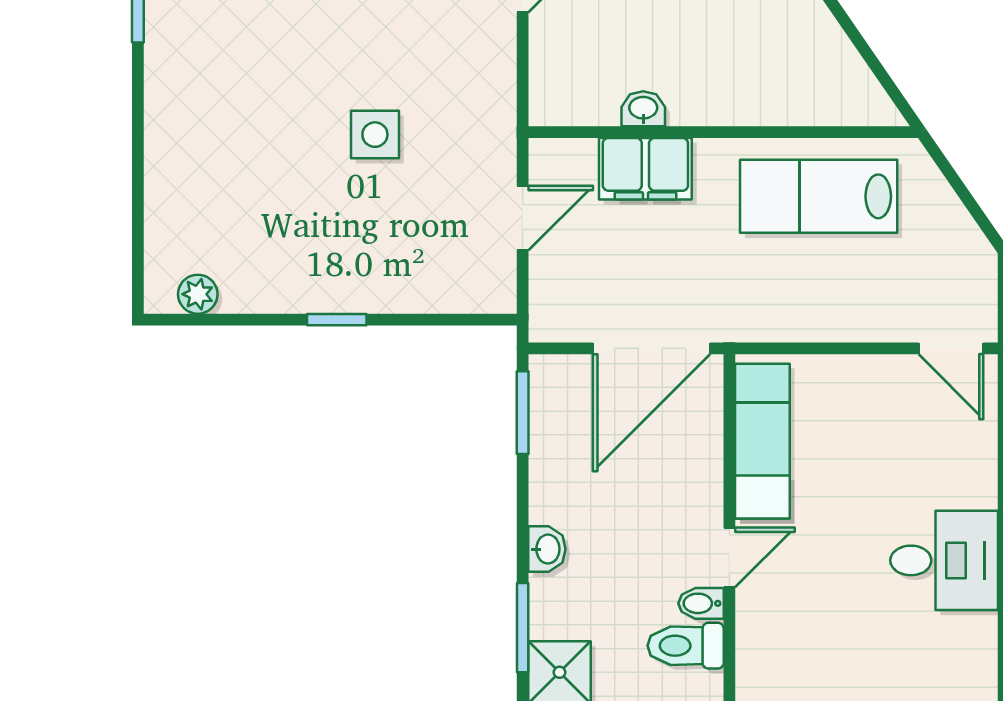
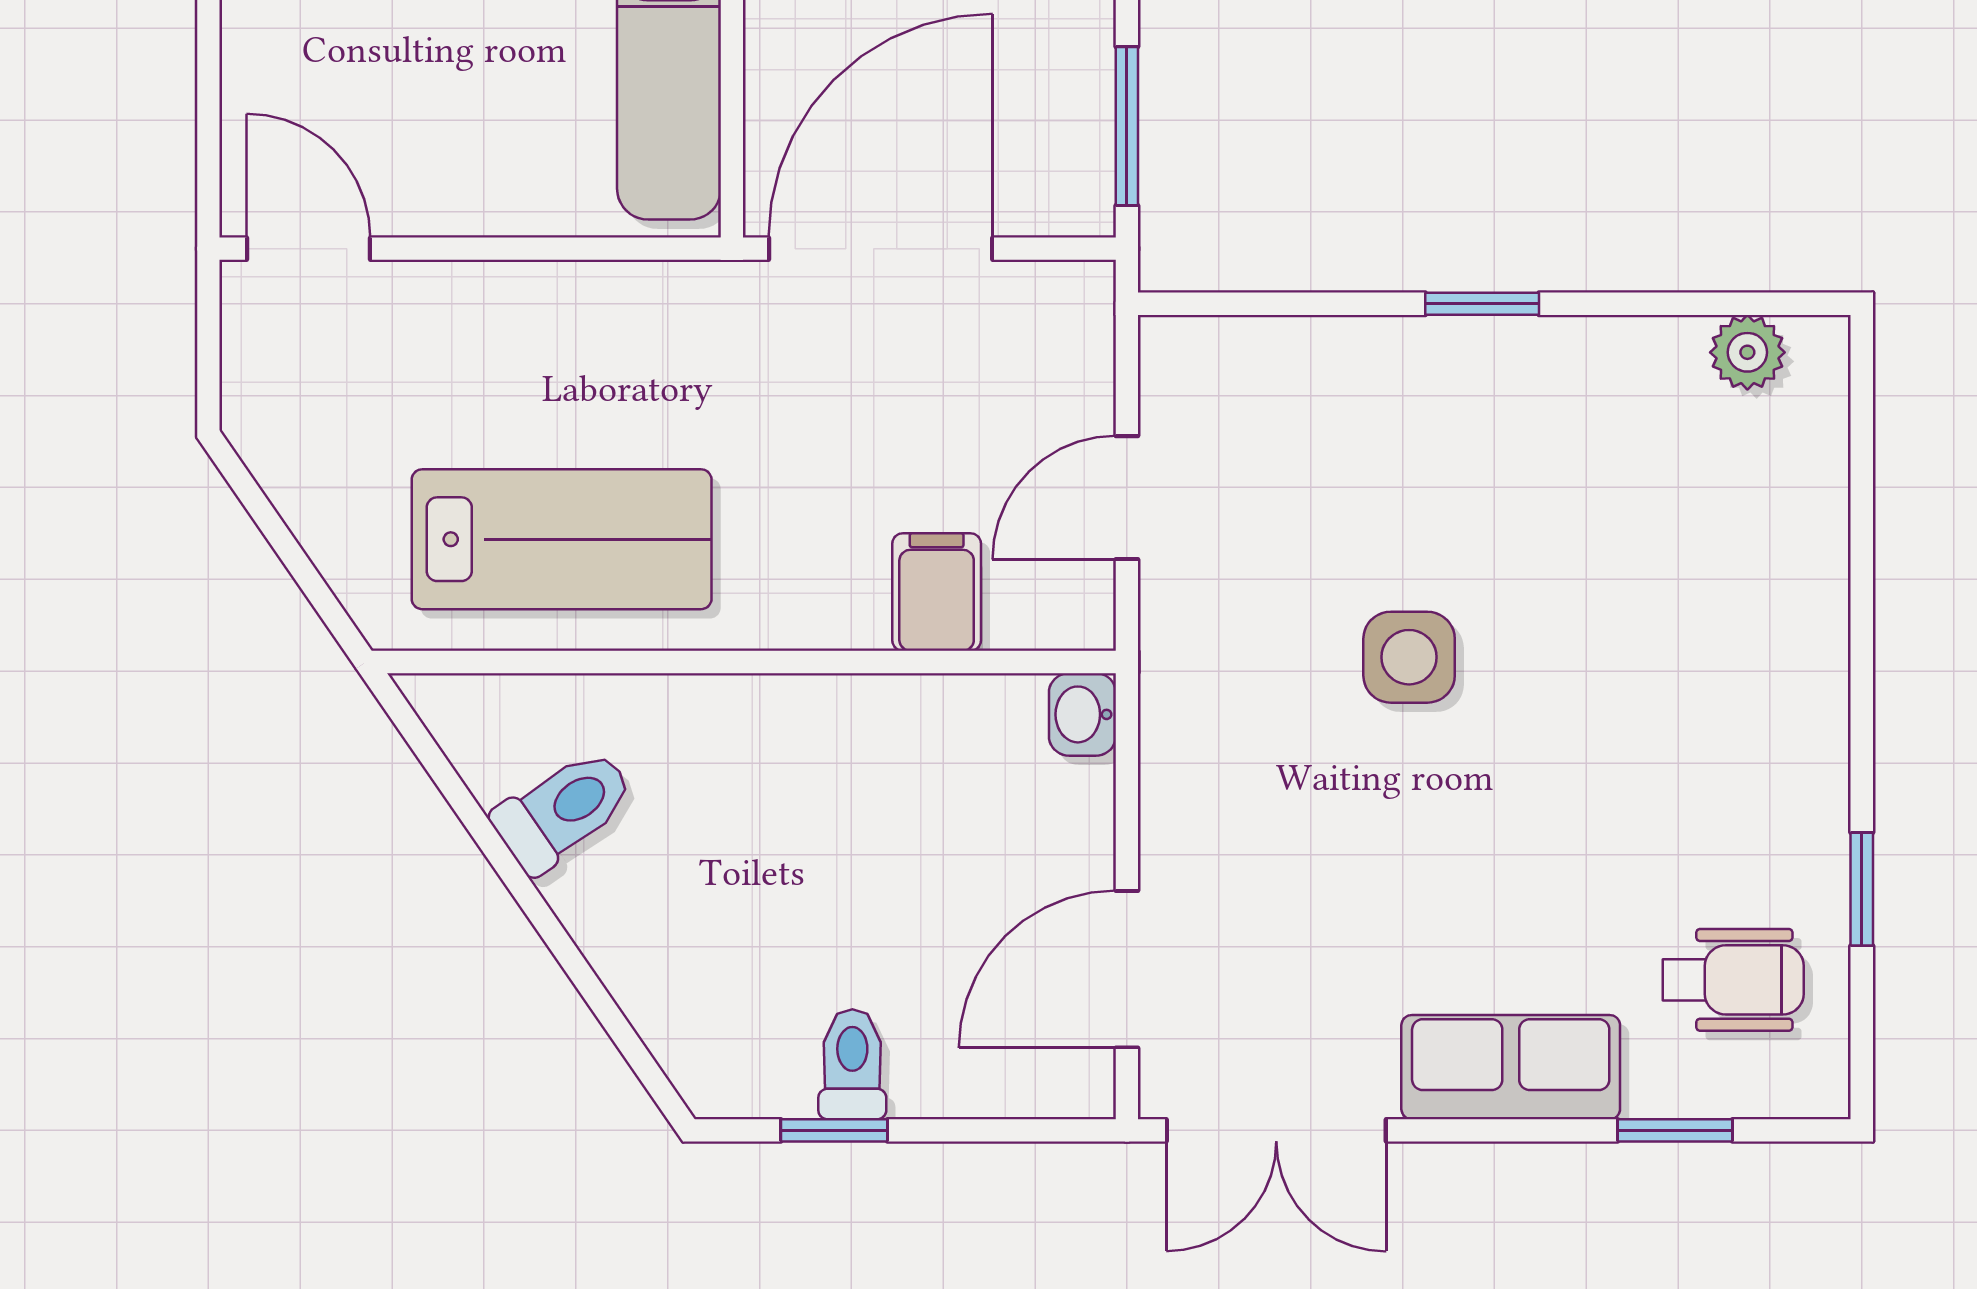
toilet: (818, 55) -> (564, 810), added
washbasin: (643, 109) -> (1082, 714), moved, turned 90
filing cabinet: (645, 169) -> (937, 592), width x0.50

